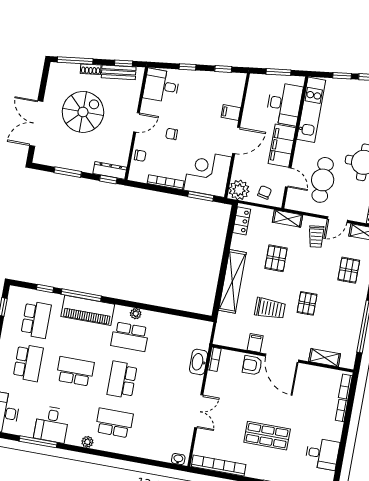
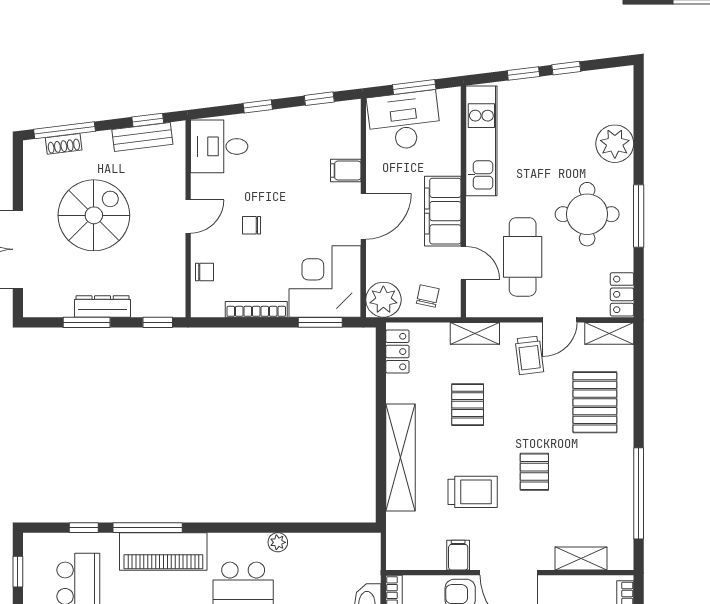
shoe rack: (91, 69) -> (64, 144), moved
desk: (284, 104) -> (404, 121), moved, turned -97
dresser: (110, 170) -> (103, 306), moved
pallet: (349, 270) -> (595, 402), width x1.50, depth x1.42
plant: (136, 314) -> (278, 542), moved

